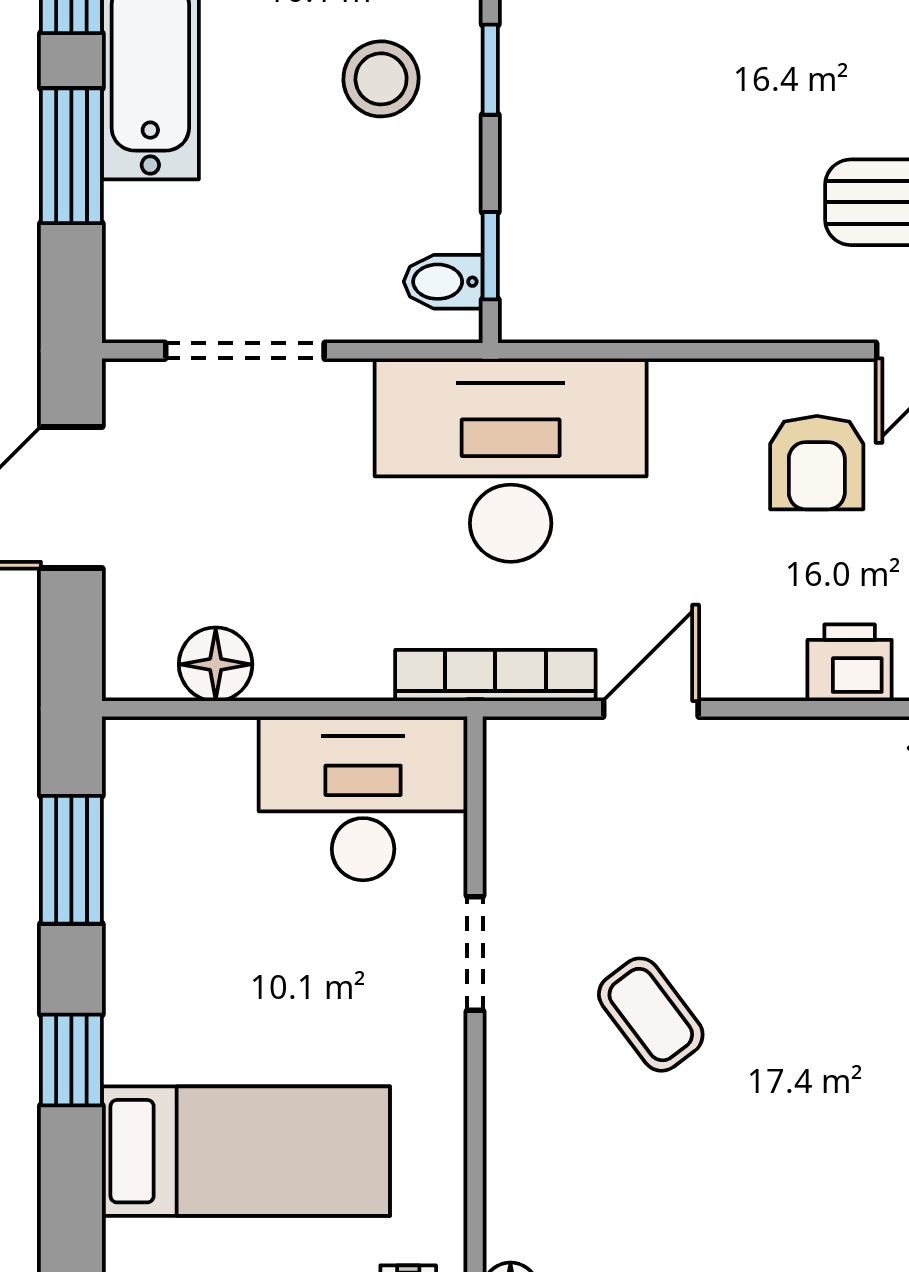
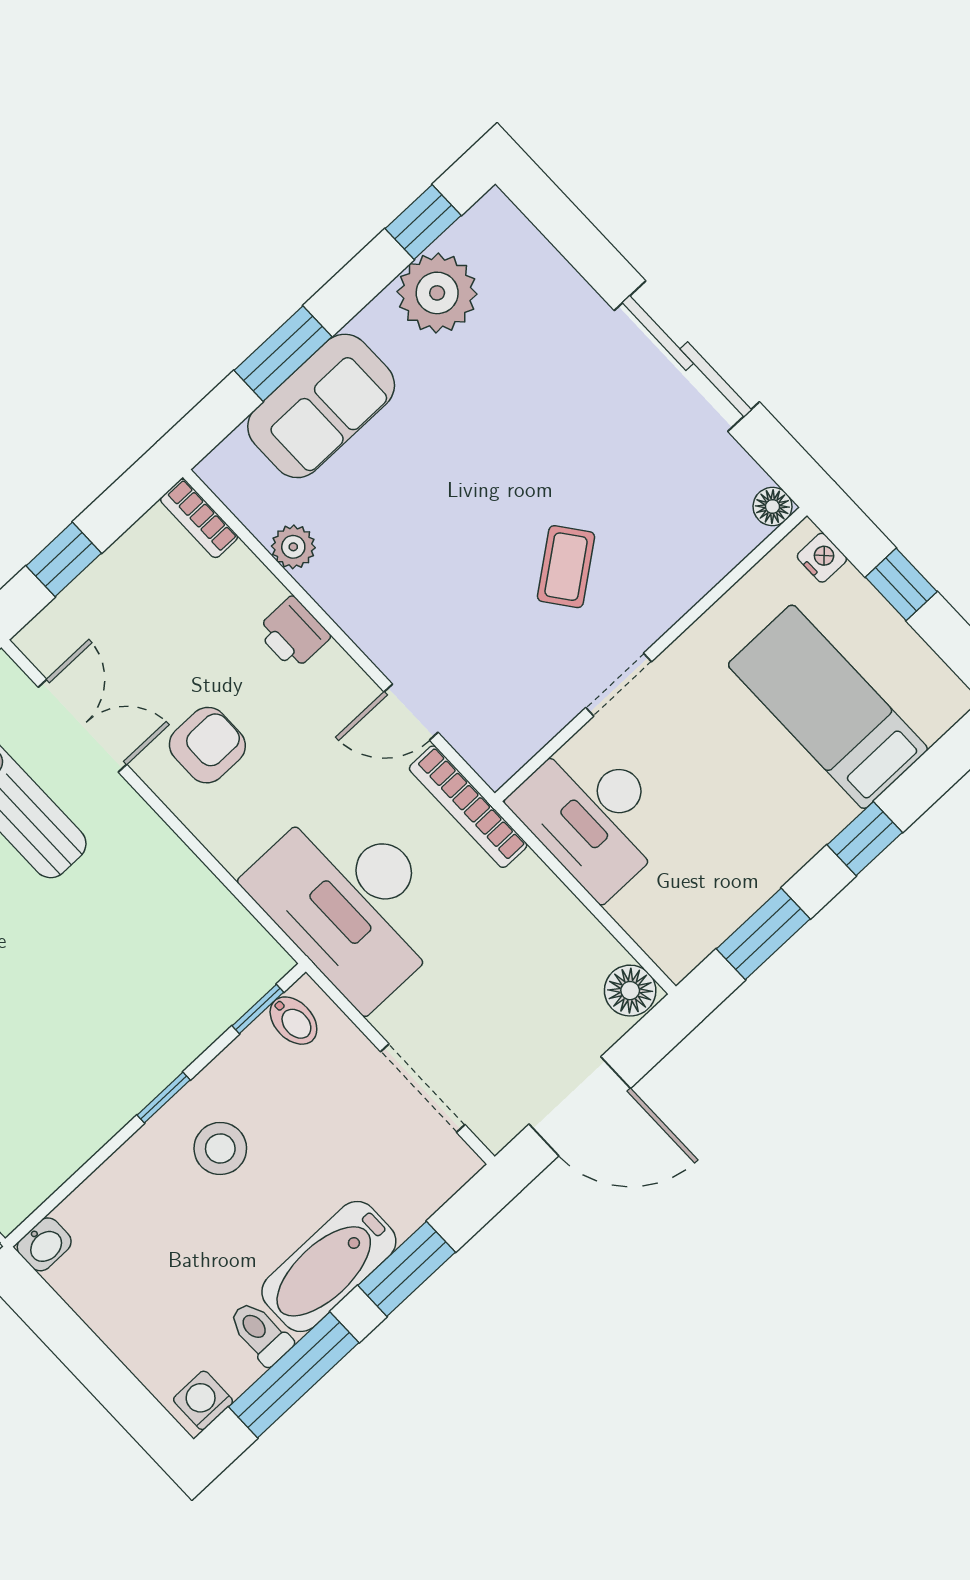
floor lamp: (216, 664) -> (630, 991), moved

